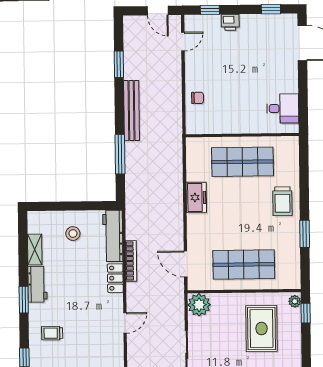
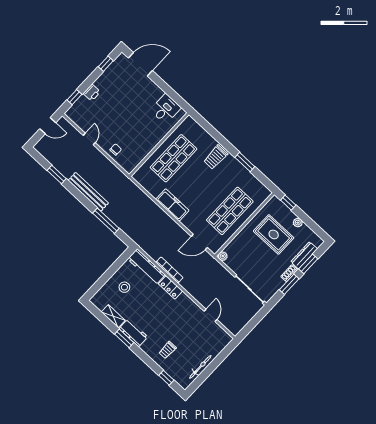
door: (183, 42) -> (89, 139), moved
freezer: (196, 197) -> (172, 205), width x1.40
trolley: (282, 201) -> (216, 157), turned 90
window: (24, 300) -> (124, 338), moved
plant: (295, 301) -> (298, 223), moved
plant: (199, 305) -> (223, 256), width x0.53, depth x0.53
door: (125, 323) -> (210, 315), moved

